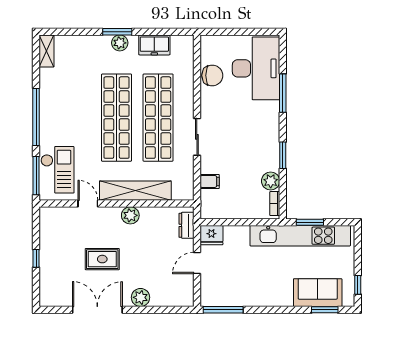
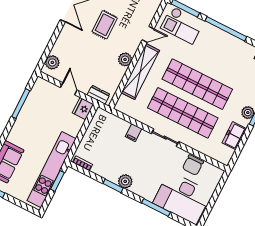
sliding door: (197, 137) -> (165, 138), moved
filing cabinet: (210, 181) -> (134, 133), moved
plant: (271, 181) -> (125, 181), moved
plant: (140, 297) -> (52, 62), moved
window: (223, 310) -> (21, 104), moved

